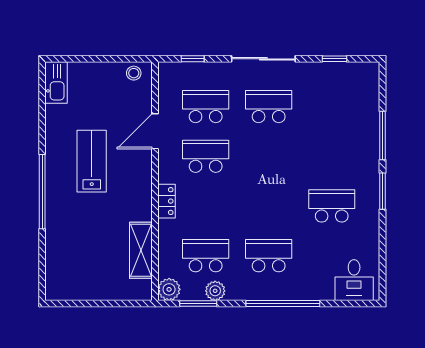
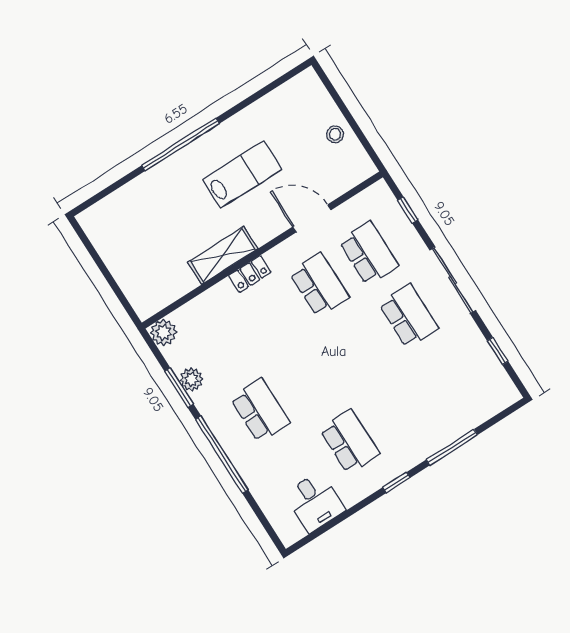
stool: (134, 73) -> (335, 134), moved
kitchen sink: (56, 83) -> (298, 89), removed
window: (382, 191) -> (396, 483), width x0.67
shelving: (141, 250) -> (223, 255), moved
school desk: (206, 256) -> (220, 348), removed
desk: (354, 280) -> (315, 502), moved, turned -90
window: (198, 303) -> (179, 388), moved

